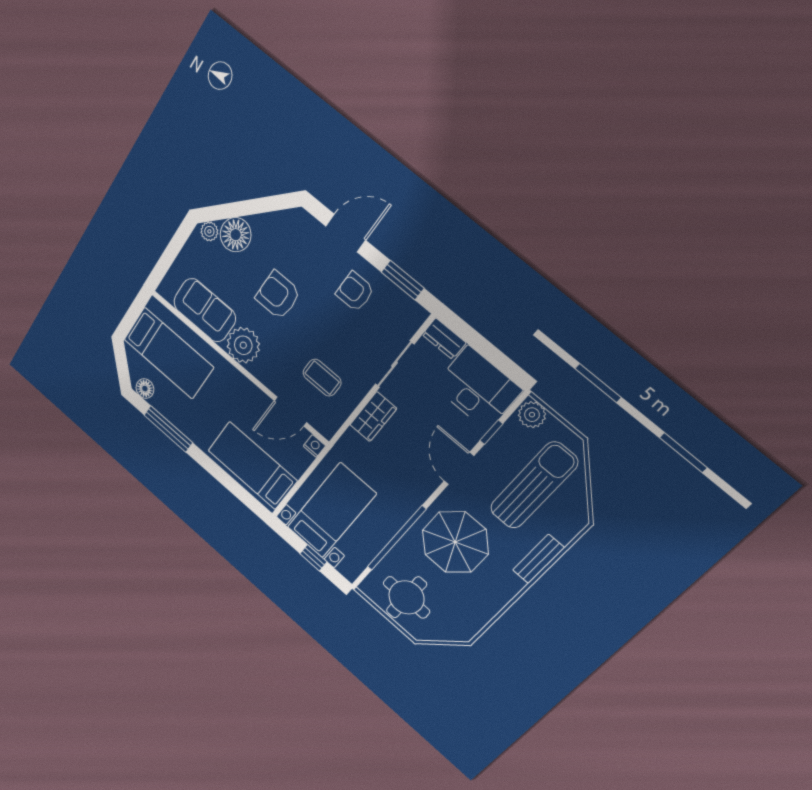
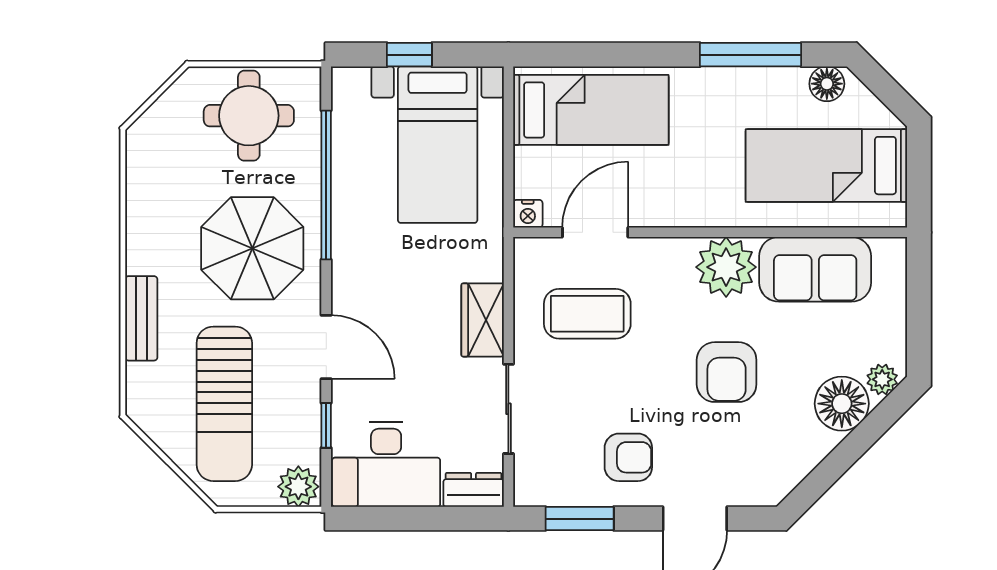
armchair: (278, 295) -> (727, 372), turned 90
coffee table: (322, 378) -> (587, 314), width x1.36, depth x1.30

